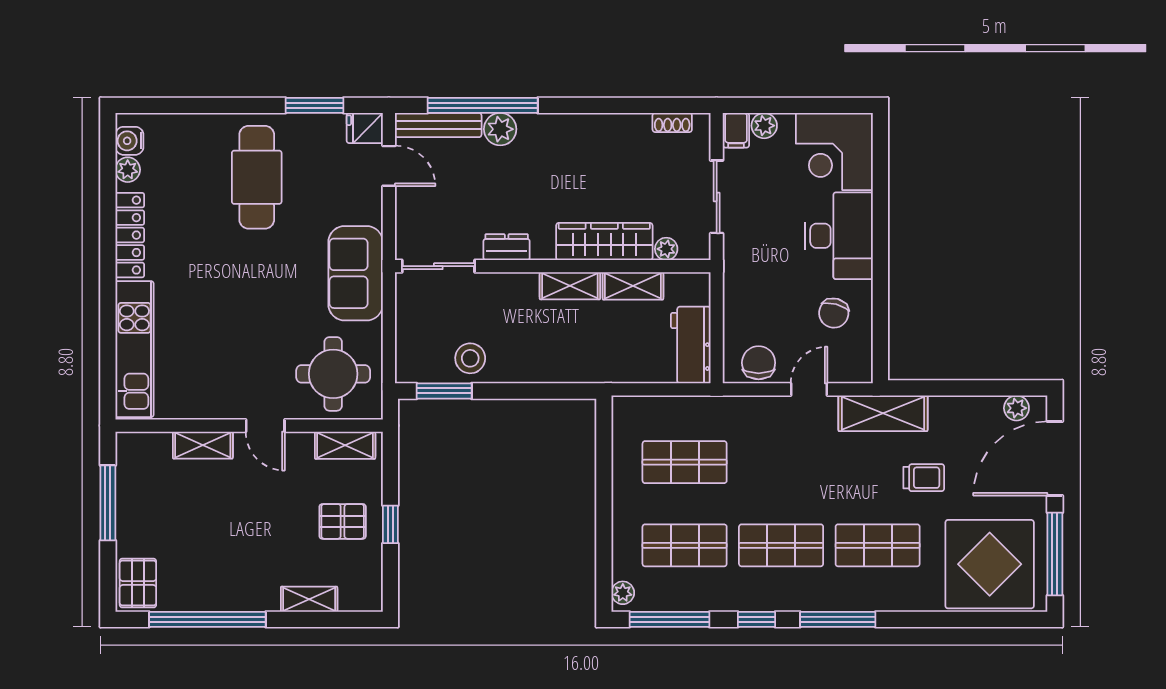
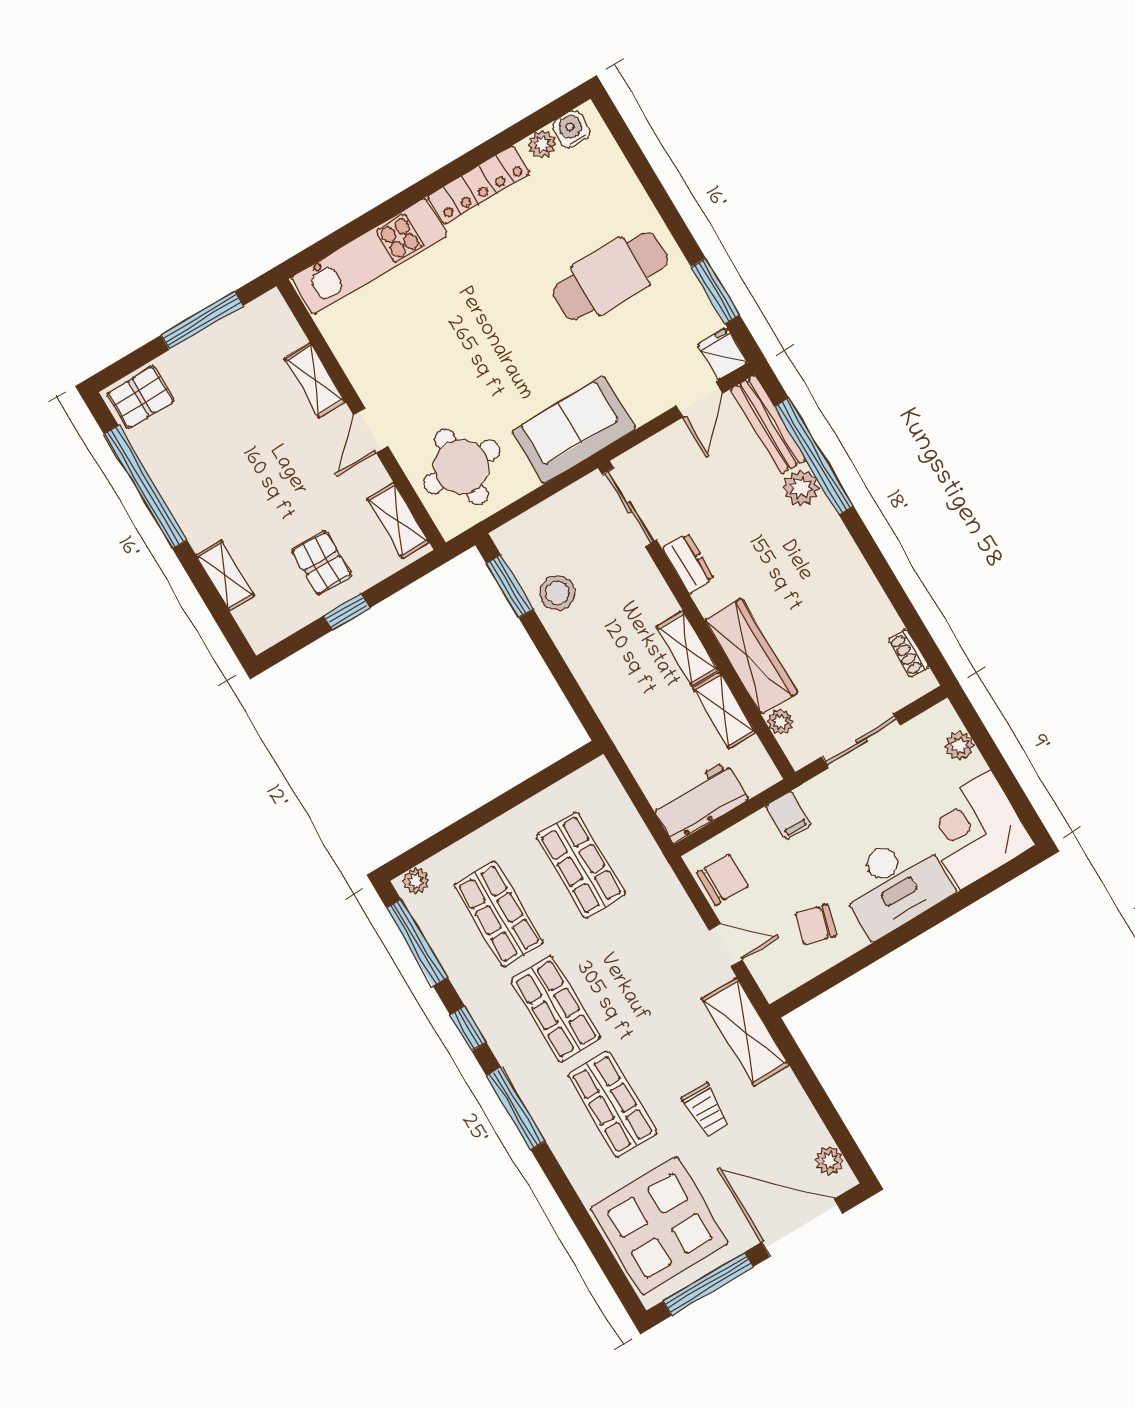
filing cabinet: (736, 130) -> (788, 815), moved, turned -90

